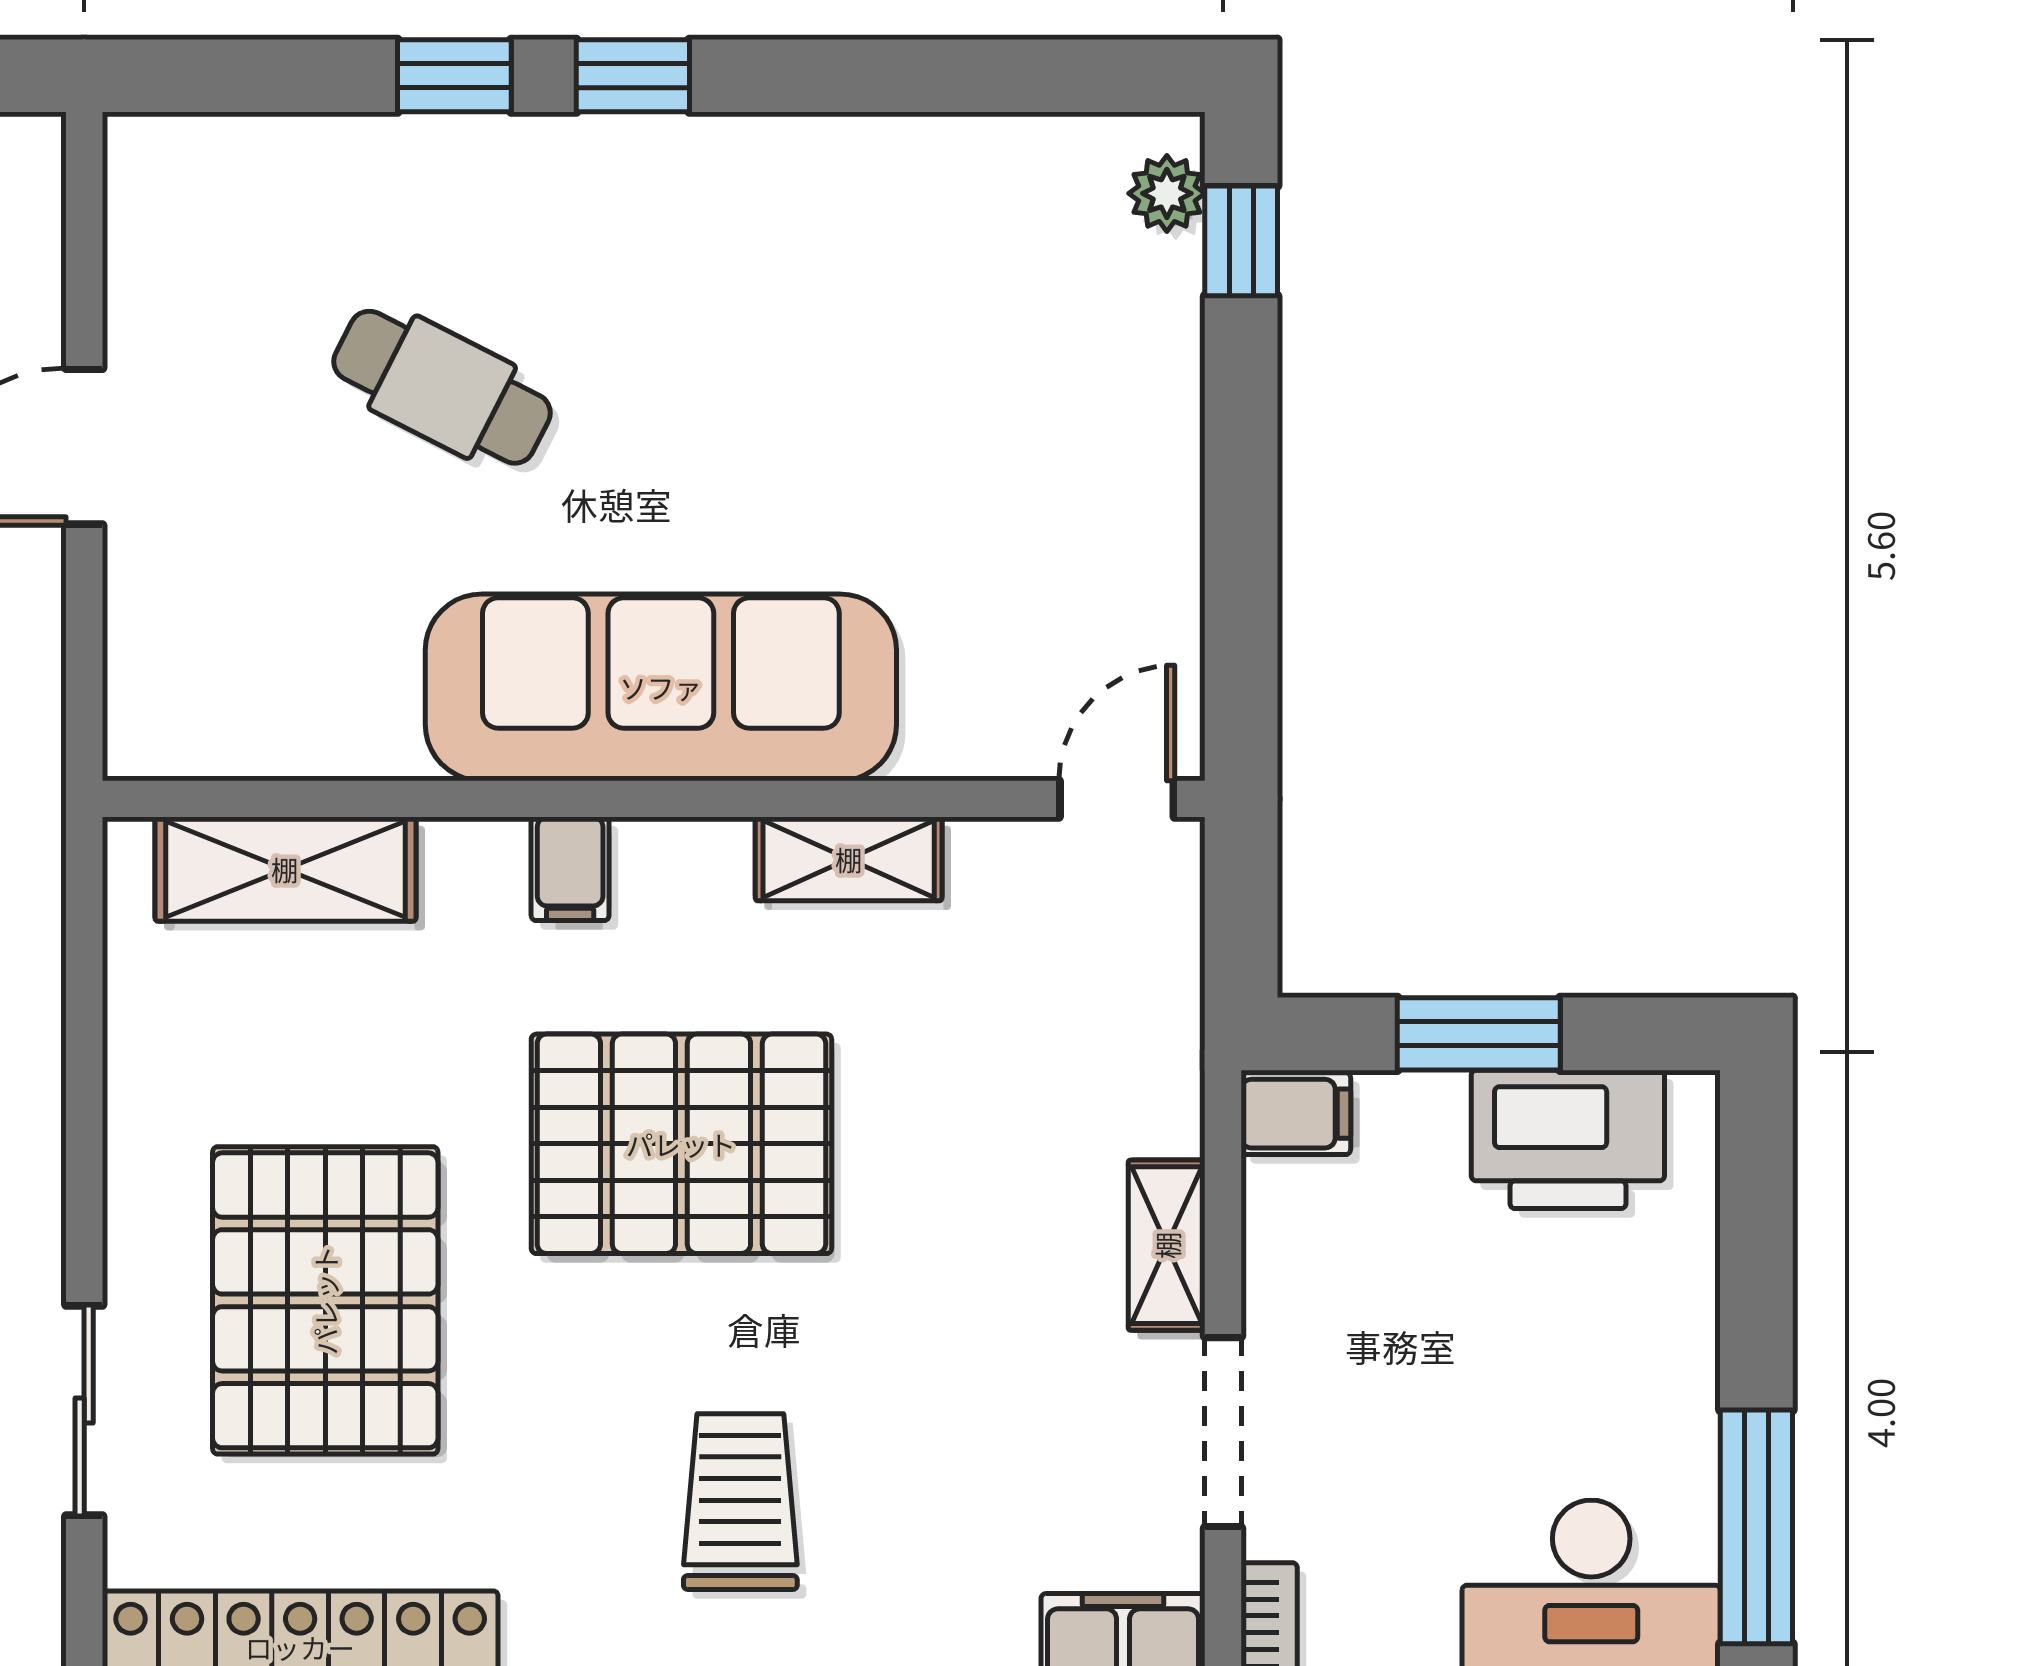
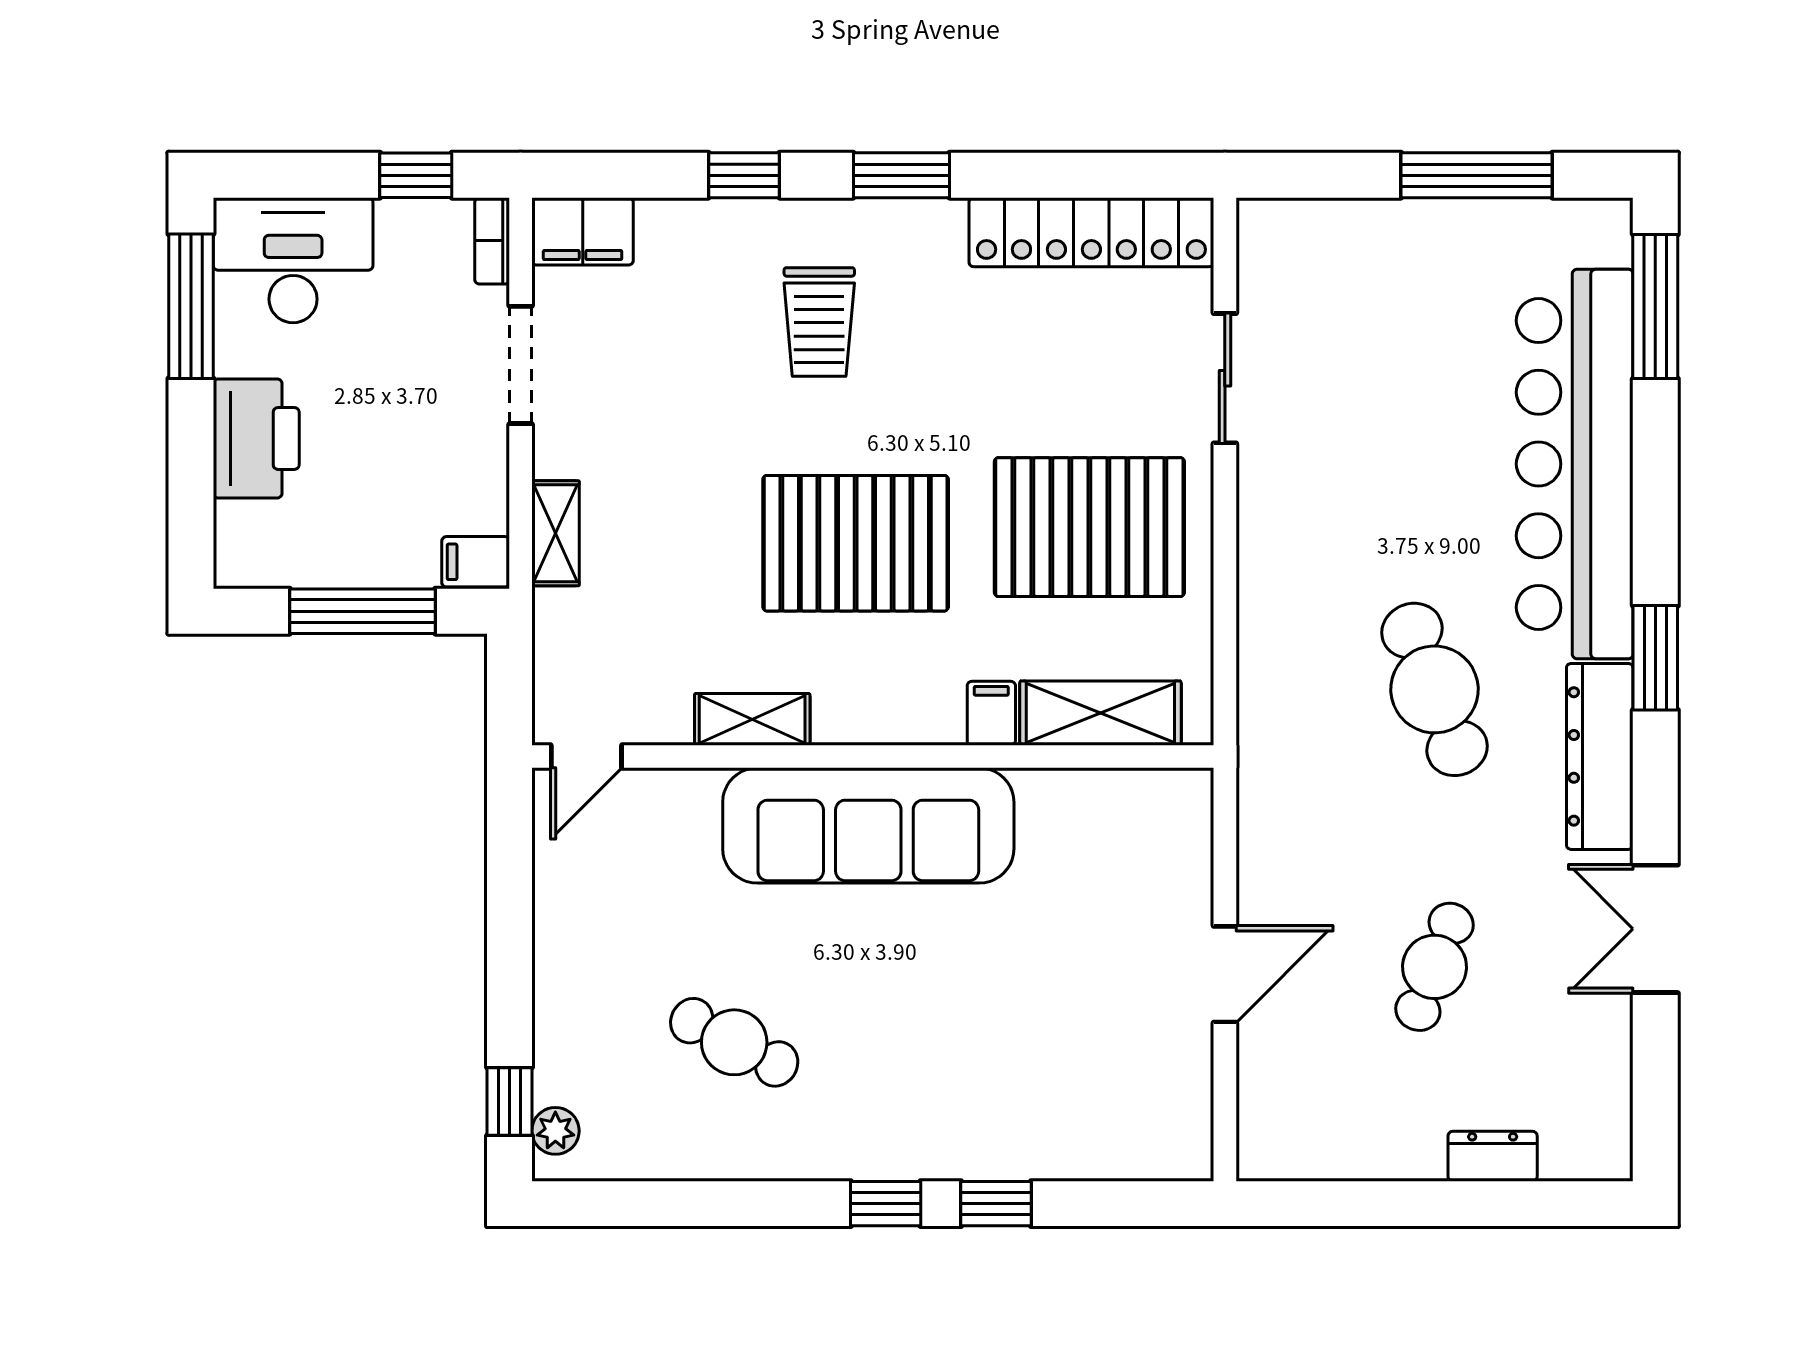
cafe table: (442, 387) -> (734, 1042), moved
filing cabinet: (570, 869) -> (991, 713), moved
window: (1479, 1034) -> (363, 611), width x1.44
printer: (1568, 1139) -> (256, 438), moved, turned 90
shelving: (1167, 1245) -> (556, 533), moved
pallet: (325, 1300) -> (1089, 527), moved, turned 90

